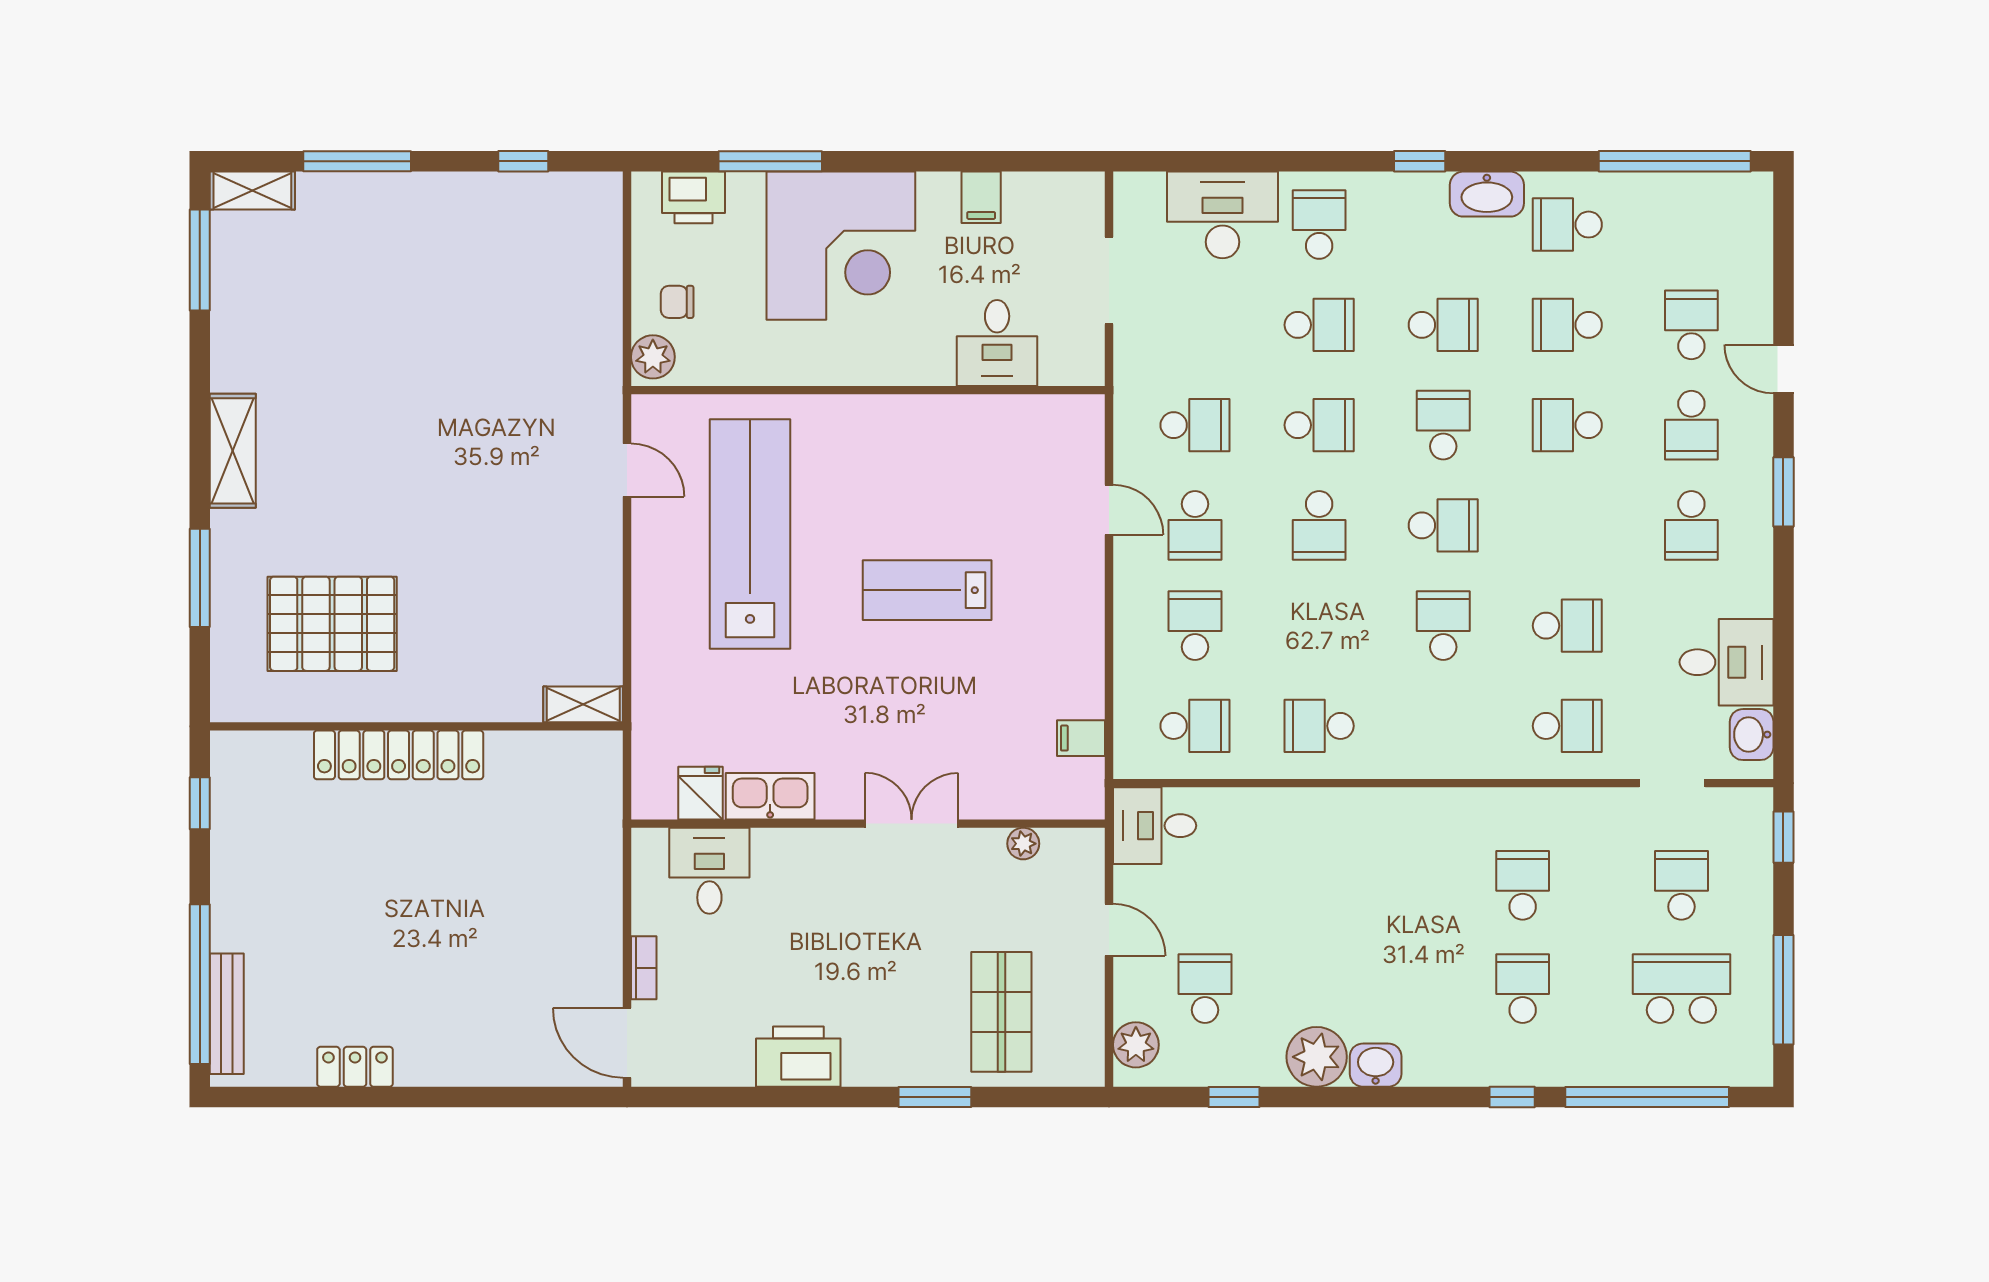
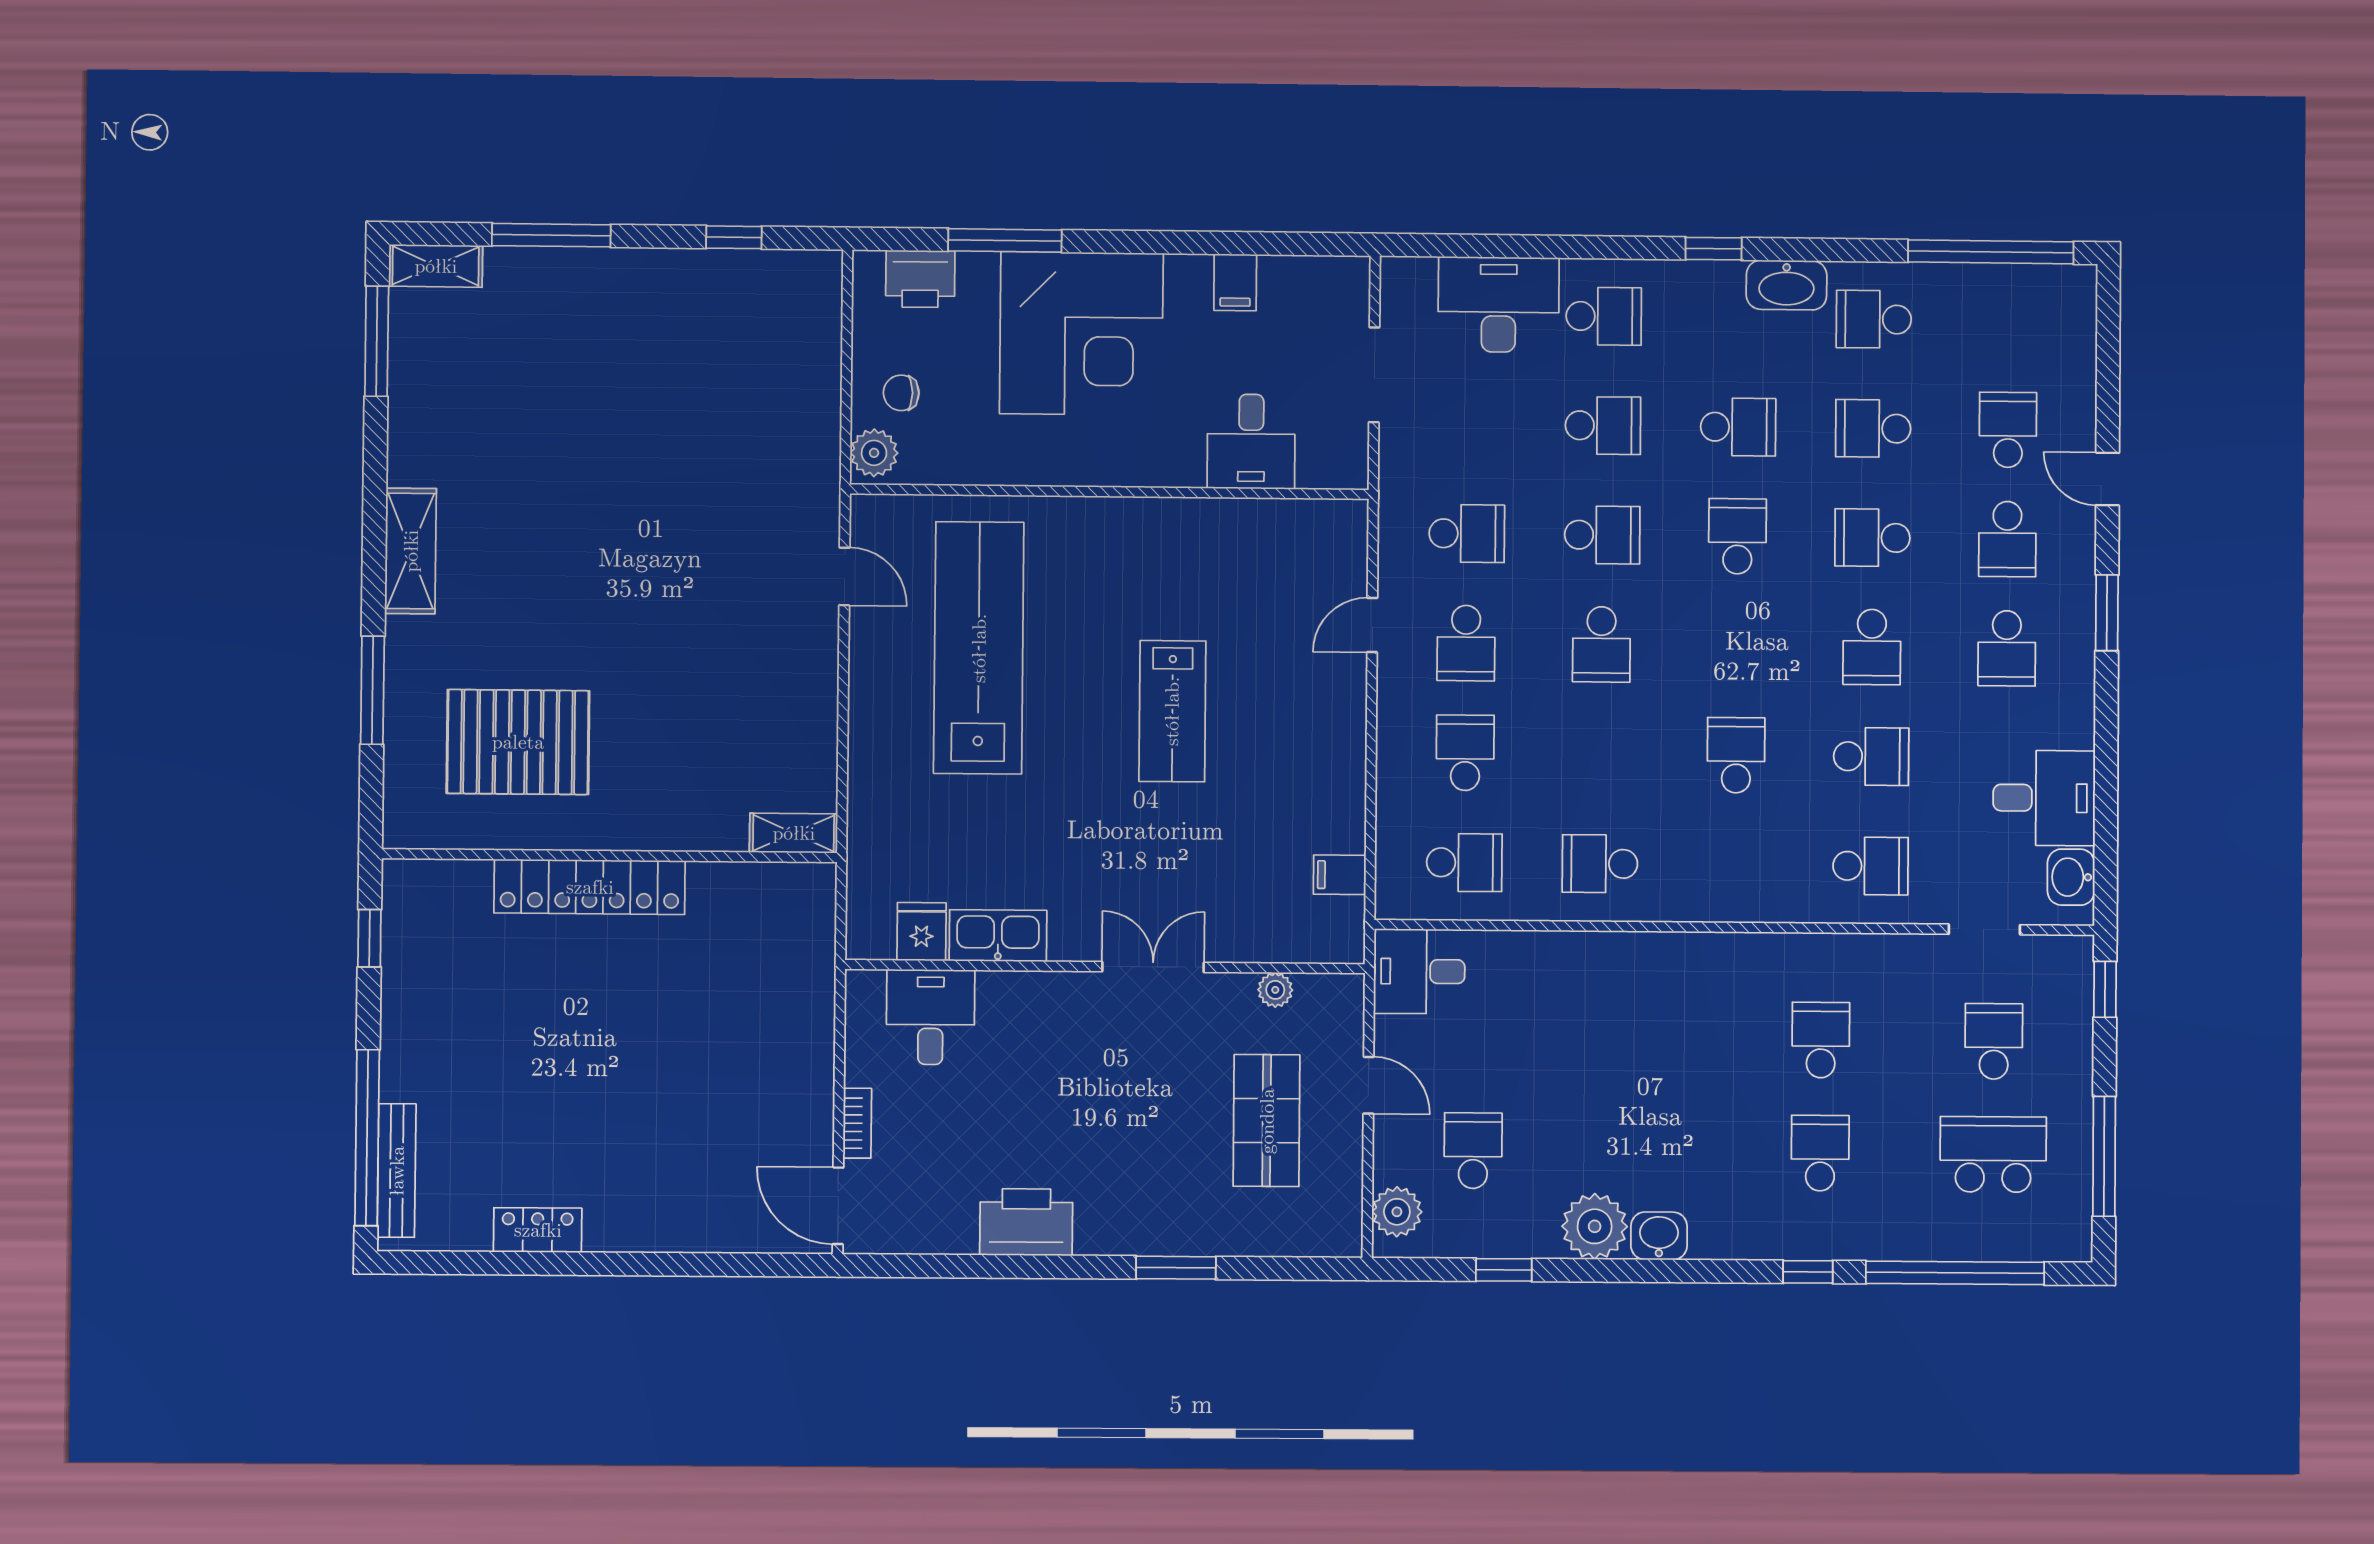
school desk: (1319, 225) -> (1604, 316), turned 90
door: (1109, 510) -> (1372, 625), swing flipped
school desk: (1443, 525) -> (1872, 647), moved, turned 90
lab bench: (927, 590) -> (1172, 711), turned -90
shop shelf: (1001, 1012) -> (1267, 1121), moved

